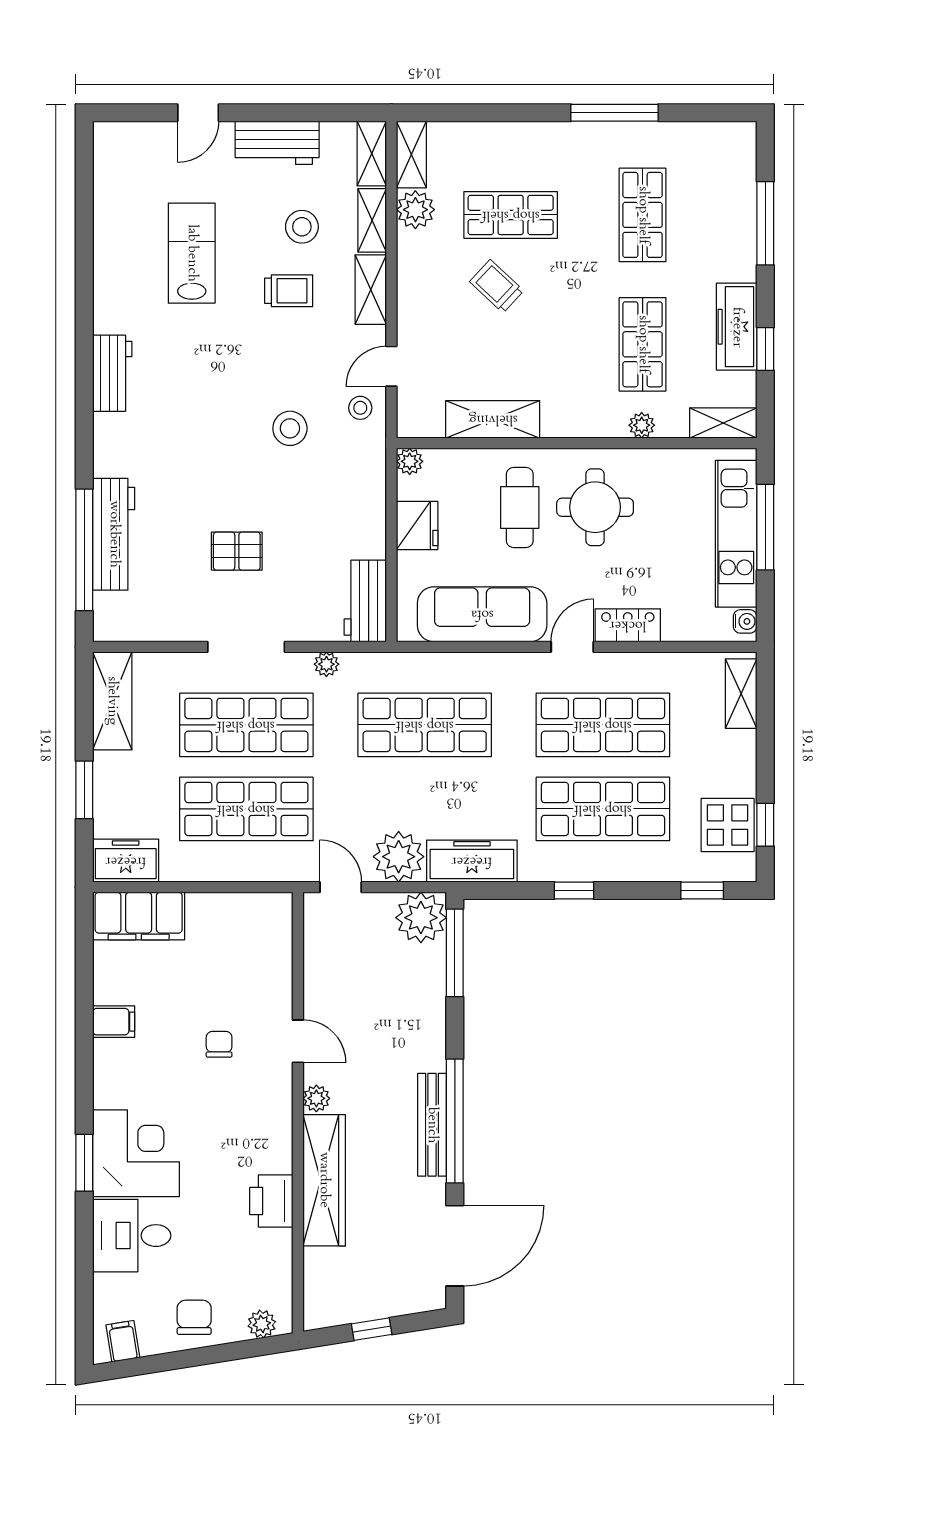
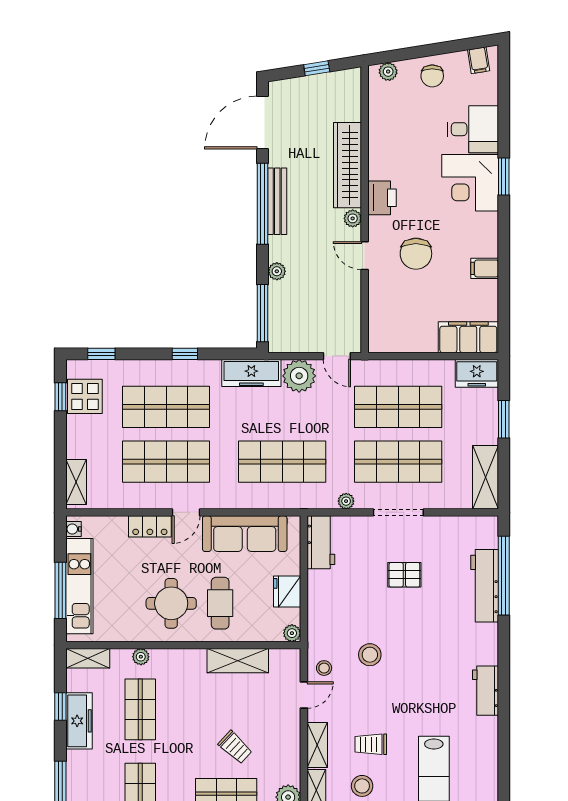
plant: (421, 918) -> (277, 271), moved, width x0.53, depth x0.53
chair: (219, 1044) -> (416, 254), width x1.87, depth x1.87
printer: (271, 1201) -> (382, 198), moved

